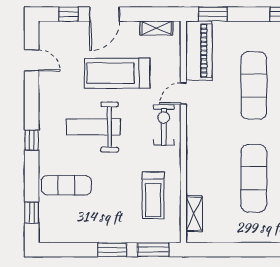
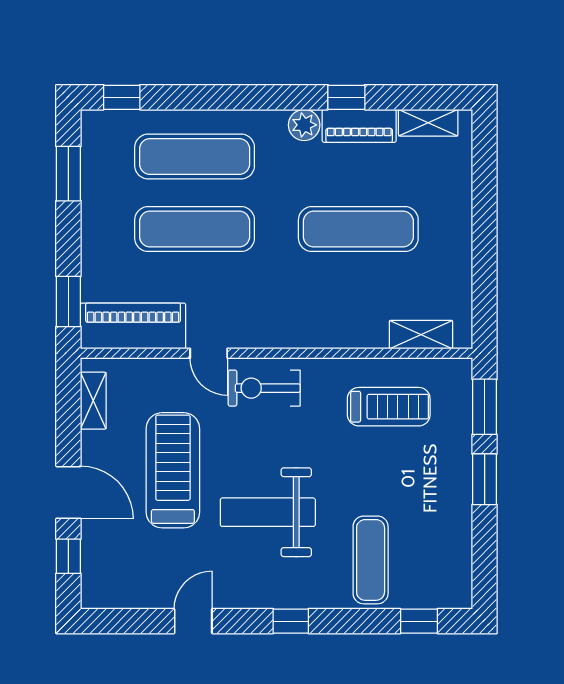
door: (32, 60) -> (193, 621), moved
treadmill: (117, 73) -> (173, 470), turned 180
weight bench: (93, 127) -> (268, 512), turned 90

